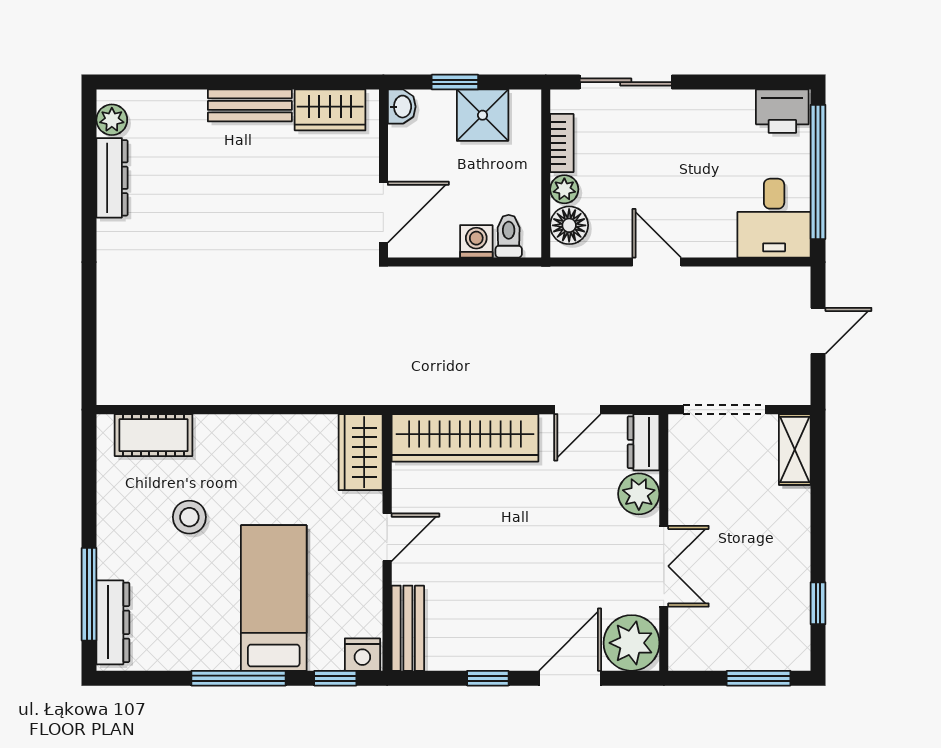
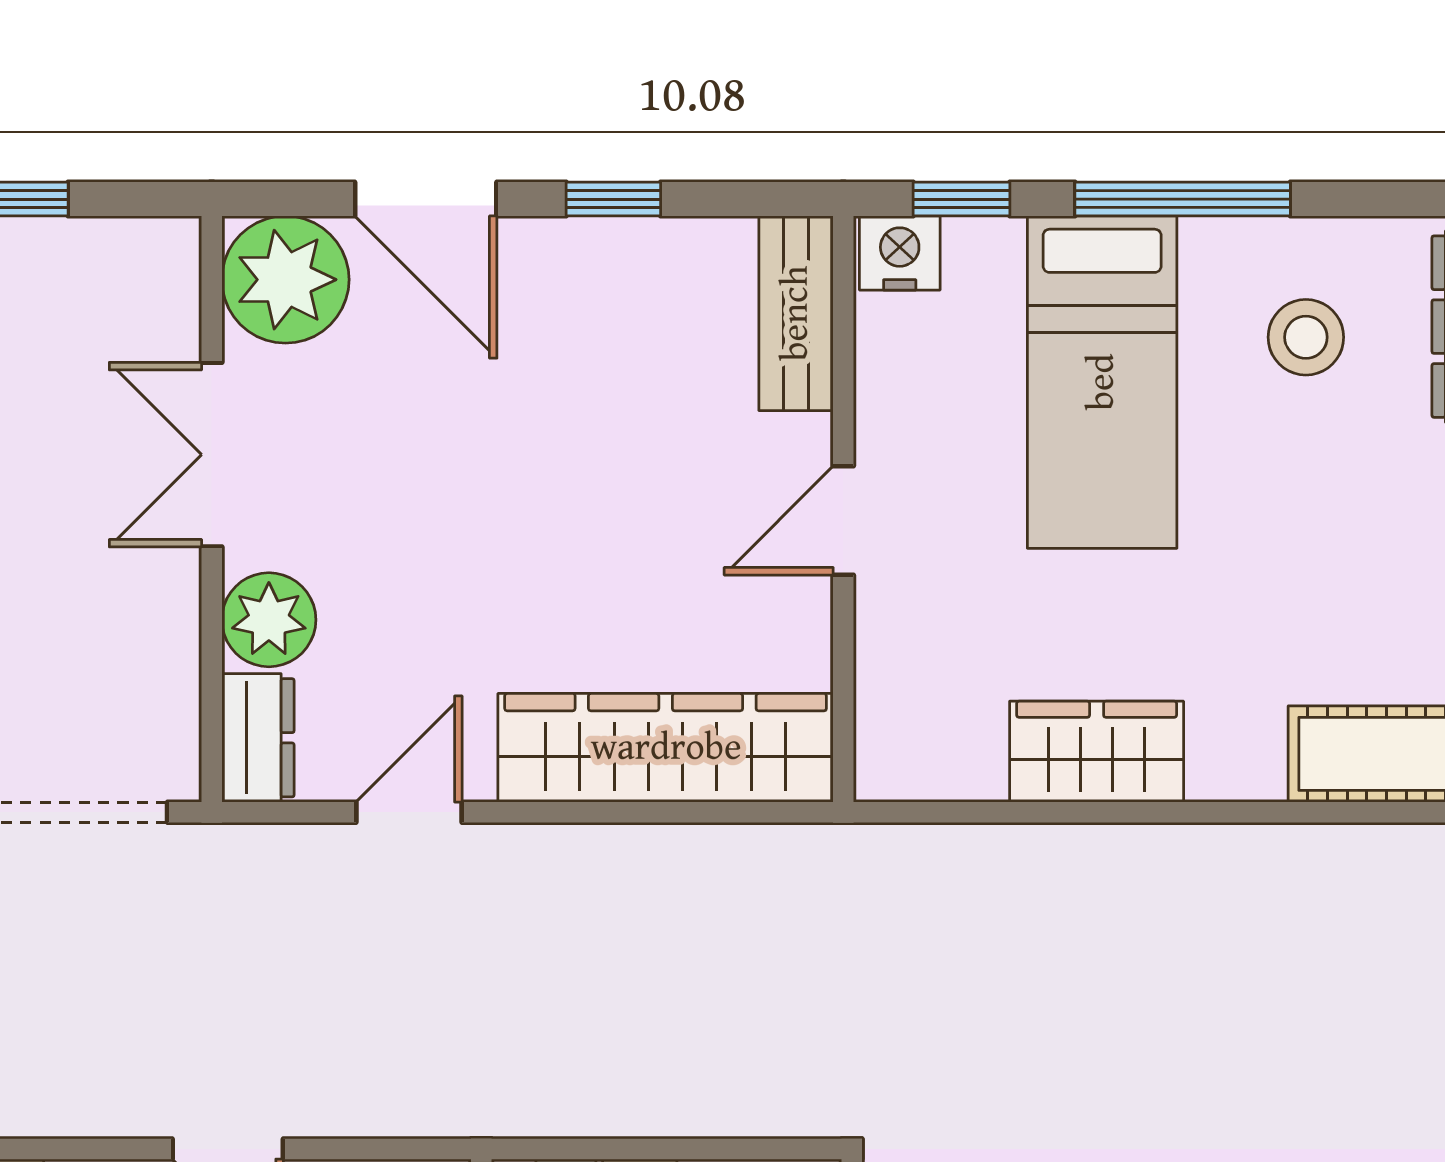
wardrobe: (361, 452) -> (1097, 752), moved, turned -90
stool: (189, 517) -> (1306, 337), moved
door: (570, 678) -> (426, 199), hinge flipped

